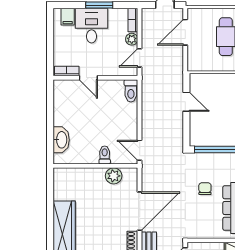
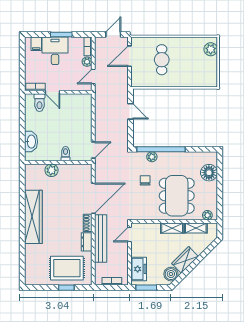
toilet: (131, 91) -> (39, 103), moved
door: (140, 150) -> (93, 150), swing flipped
plant: (213, 159) -> (152, 157), added
plant: (114, 176) -> (51, 170), moved

